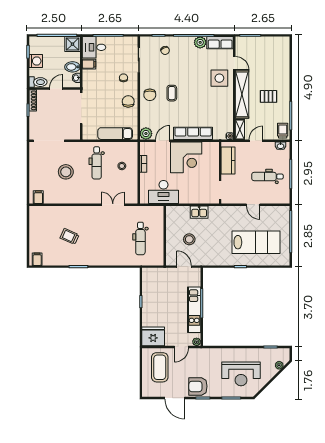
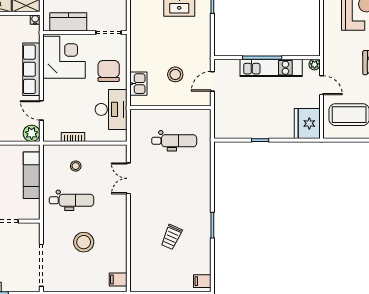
corner desk: (186, 157) -> (64, 57), moved
chair: (192, 190) -> (109, 71), added
kitchen sink: (199, 212) -> (138, 84), moved

